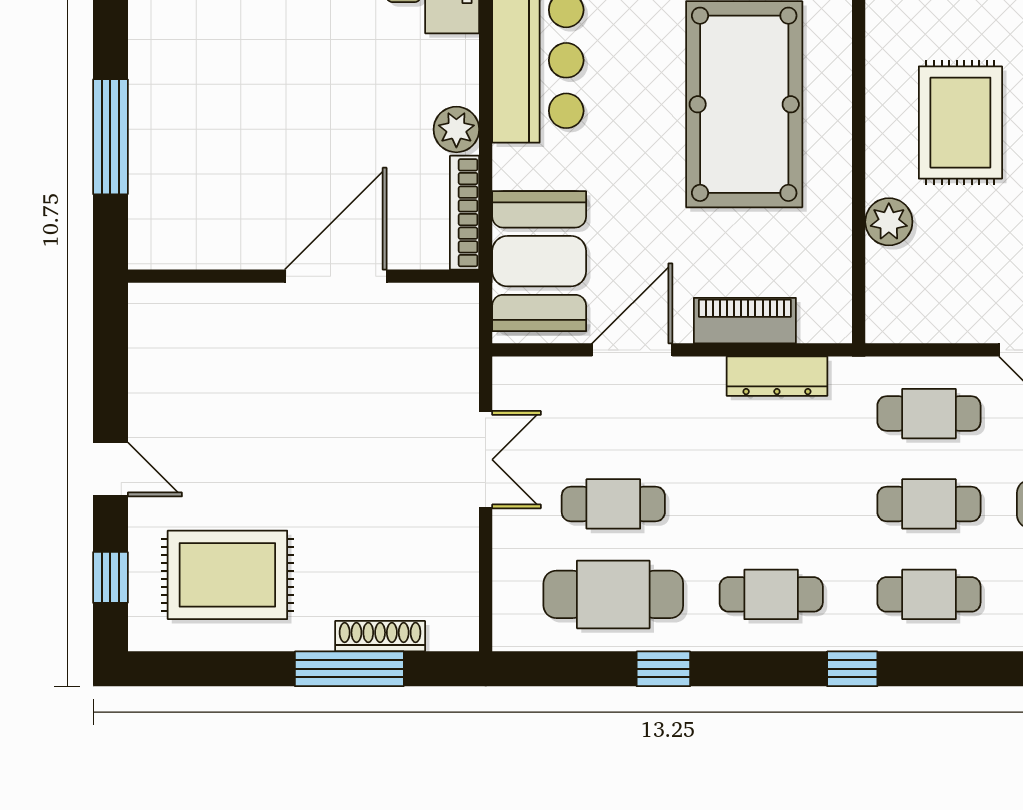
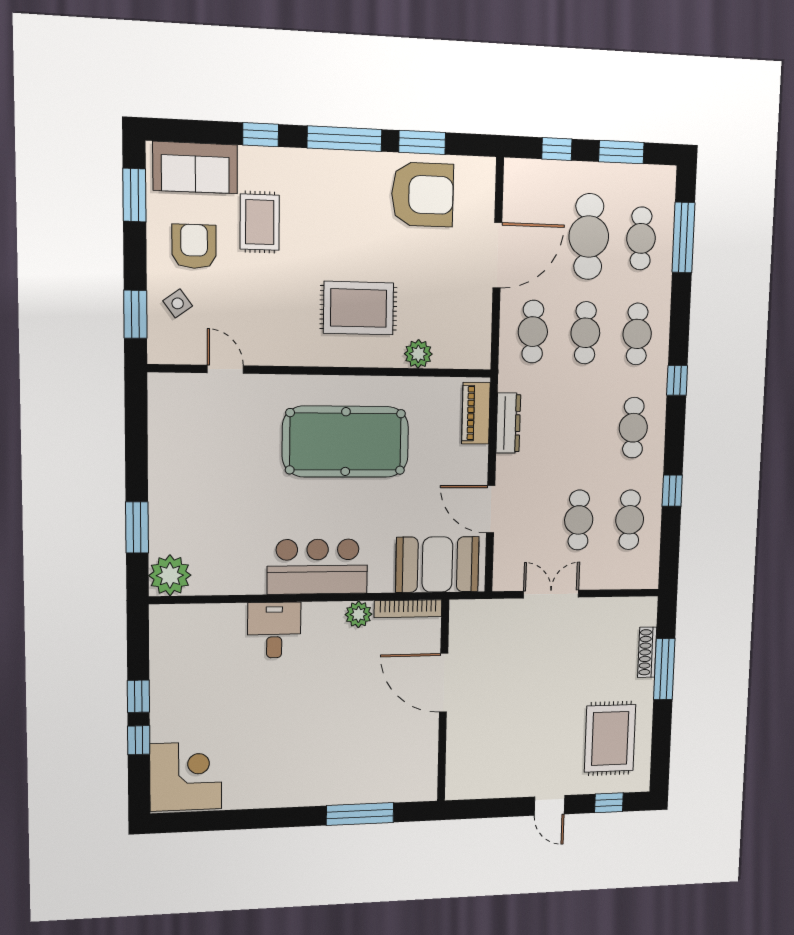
piano: (745, 321) -> (476, 413), moved
door: (110, 469) -> (549, 805), swing flipped
cafe table: (613, 594) -> (630, 520), width x0.73, depth x0.74

